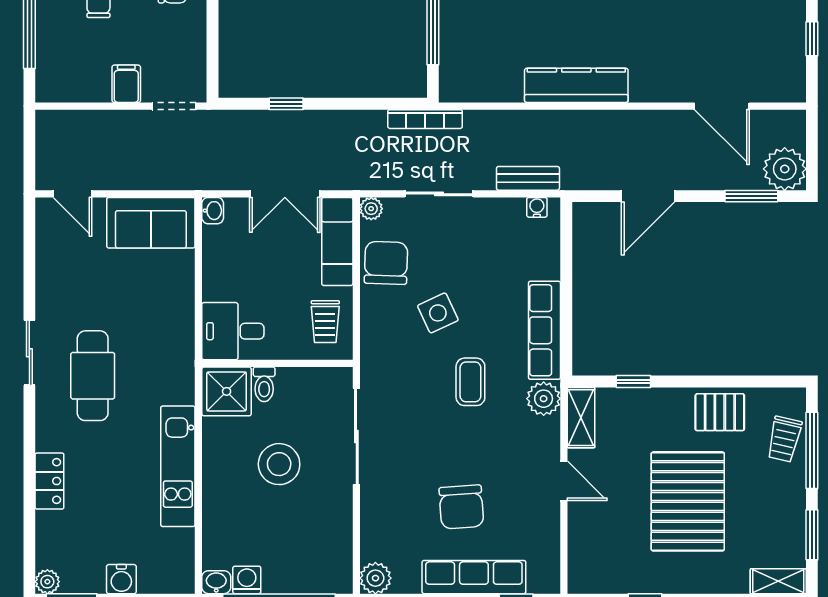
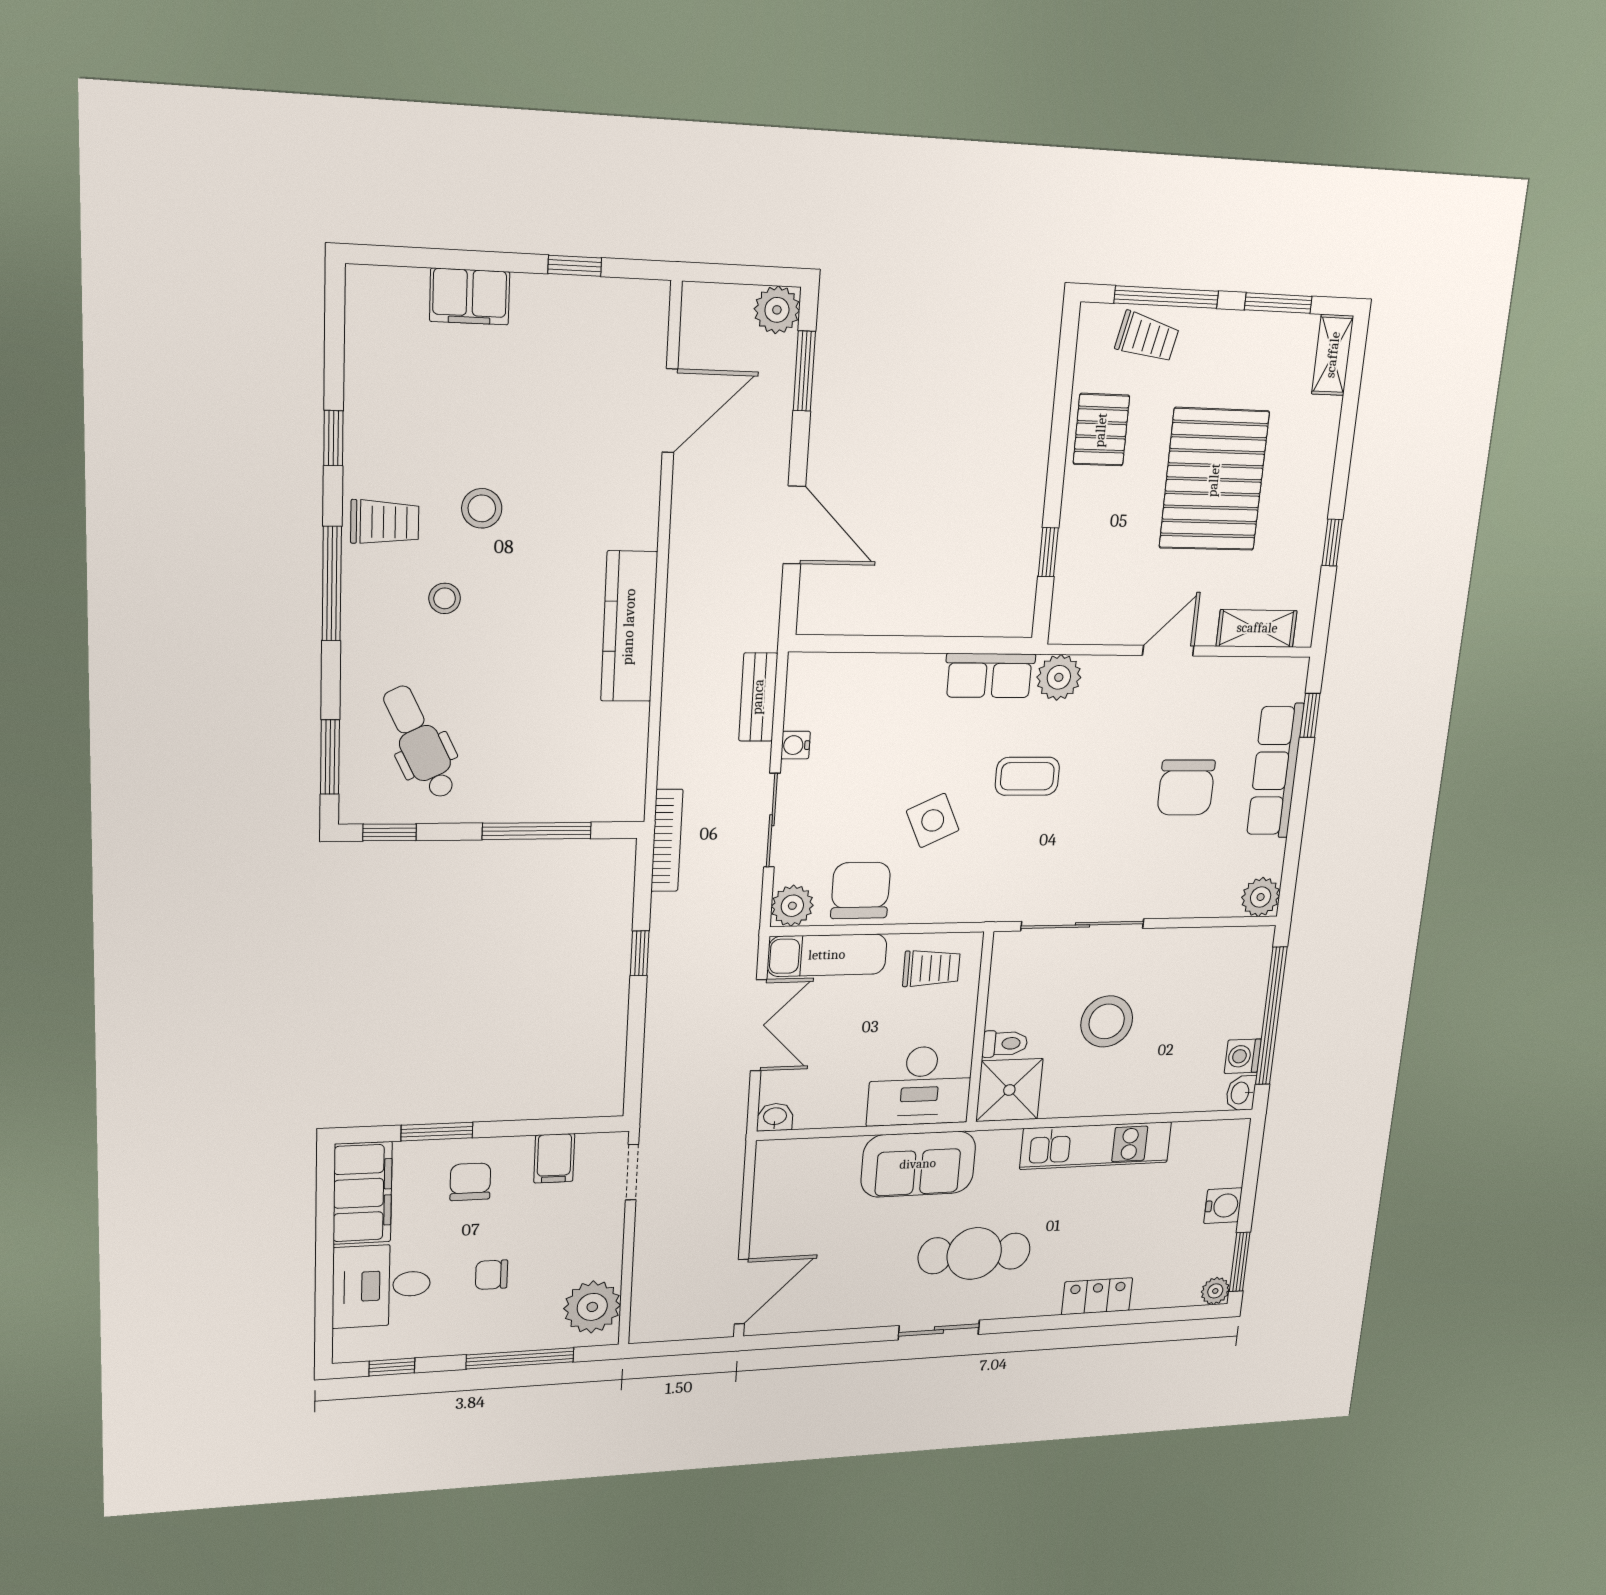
plant: (68, 81) -> (592, 1307), added
filing cabinet: (126, 84) -> (554, 1158), moved, turned -90
window: (286, 104) -> (640, 953), moved
plant: (785, 169) -> (777, 310), width x0.73, depth x0.73
door: (72, 194) -> (741, 1292), width x1.38
water cooler: (537, 207) -> (796, 745), moved
plant: (371, 209) -> (792, 906), width x1.38, depth x1.38
sofa: (151, 223) -> (918, 1164), moved, turned 90
chair: (386, 263) -> (861, 890), turned 88
row of seats: (544, 330) -> (990, 676), width x0.68
desk: (233, 331) -> (920, 1086), width x1.37
shelving: (581, 418) -> (1257, 628), moved
pallet: (688, 501) -> (1214, 480), turned 90
chair: (461, 507) -> (1186, 788), turned 94

